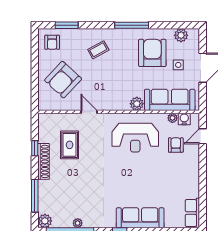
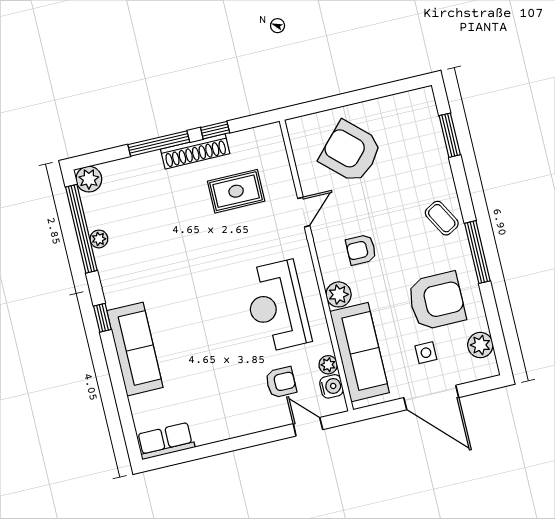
armchair: (52, 42) -> (361, 250), moved
coffee table: (98, 50) -> (442, 218), moved
window: (35, 196) -> (159, 143), moved

